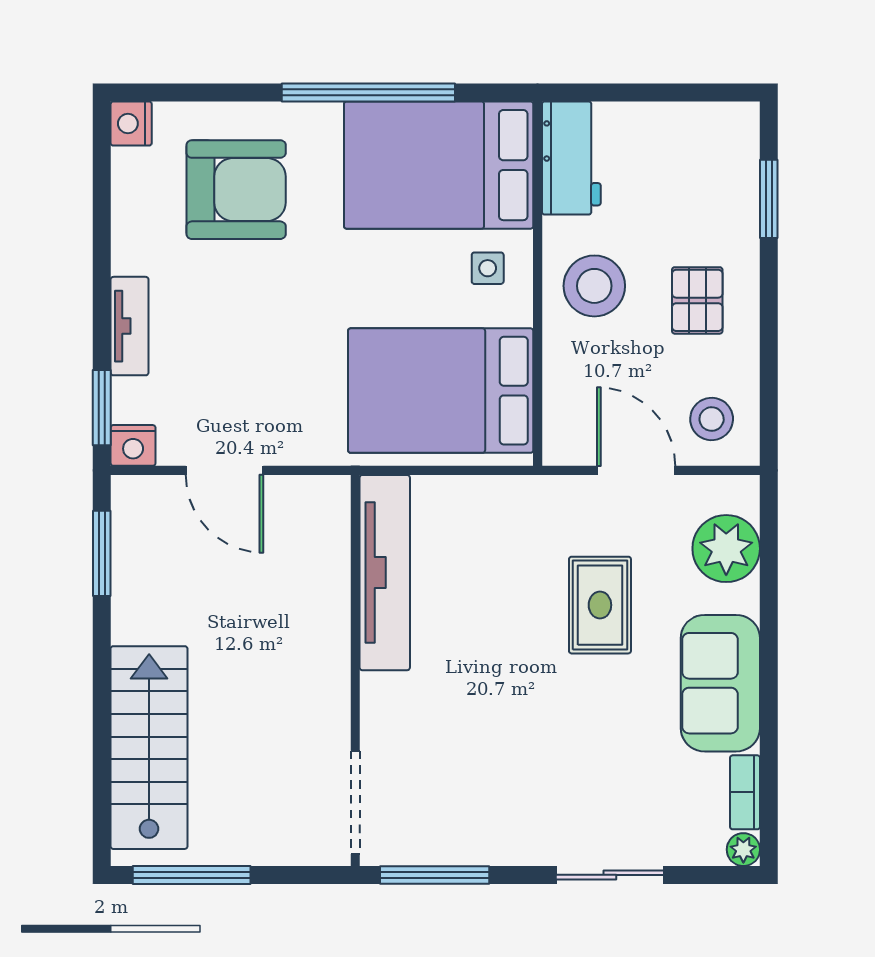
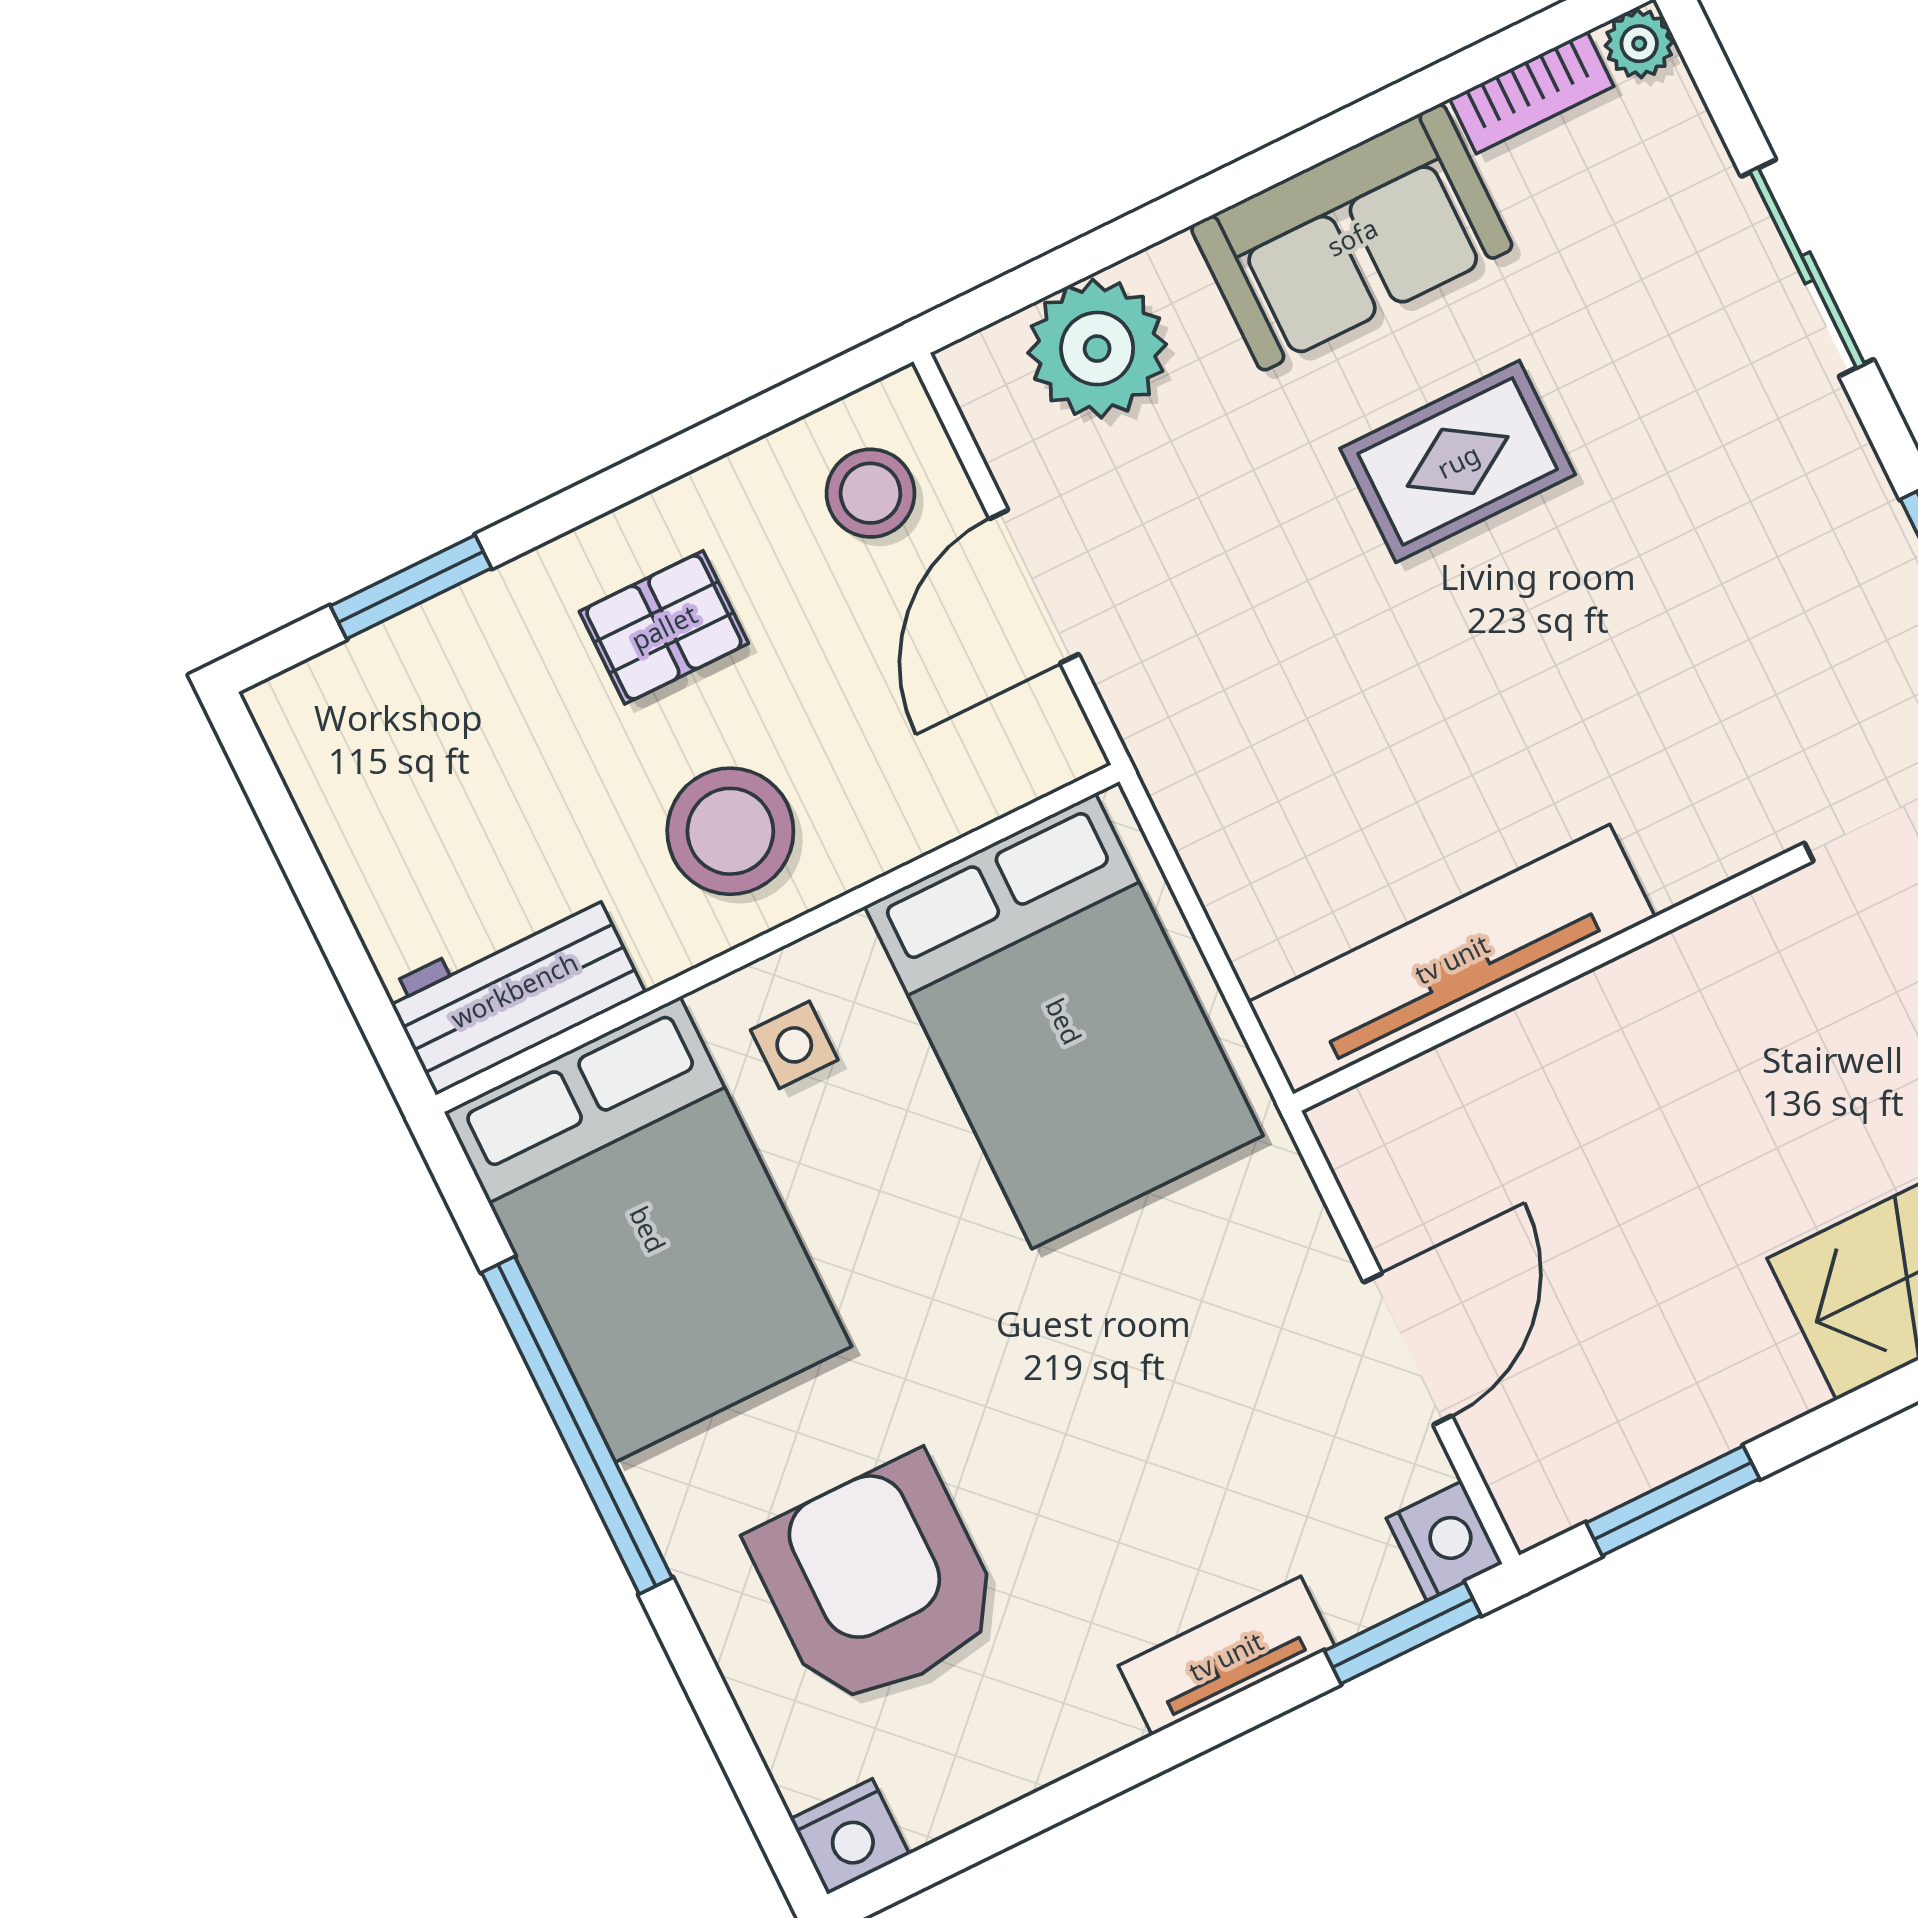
rug: (600, 605) -> (1458, 461), moved

